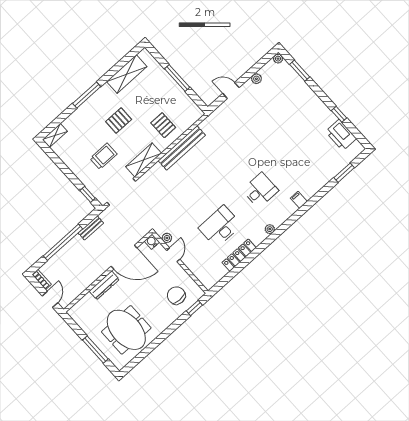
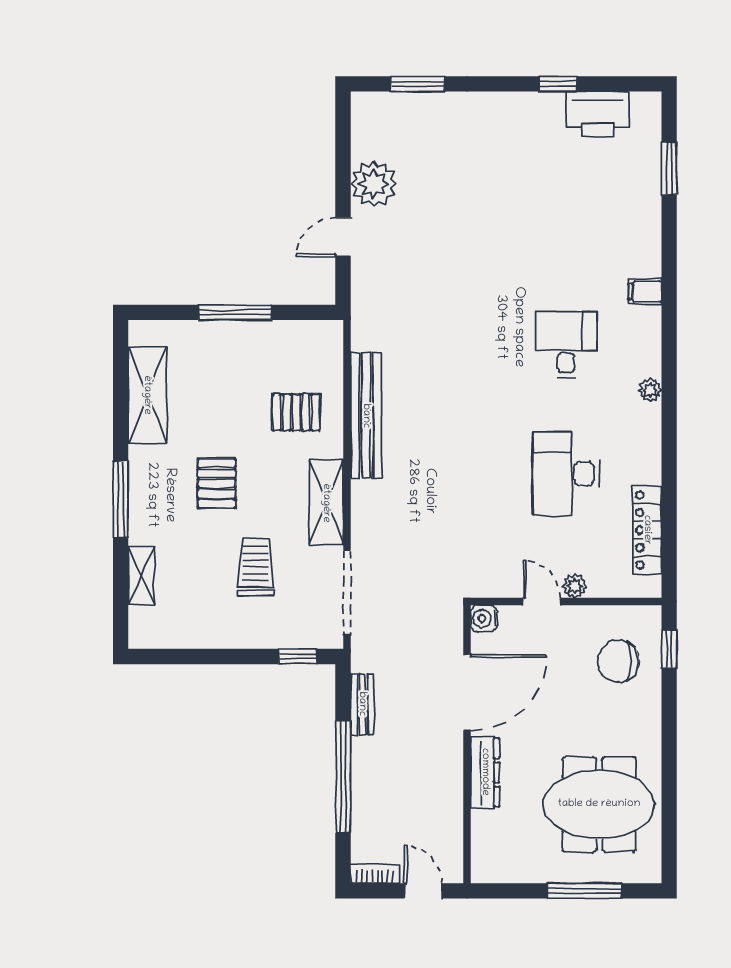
plant: (278, 59) -> (362, 103), removed
plant: (256, 79) -> (374, 184), width x1.88, depth x1.88
shelving: (55, 135) -> (141, 576), moved
plant: (167, 238) -> (575, 586), moved
locker: (239, 255) -> (647, 530), moved

